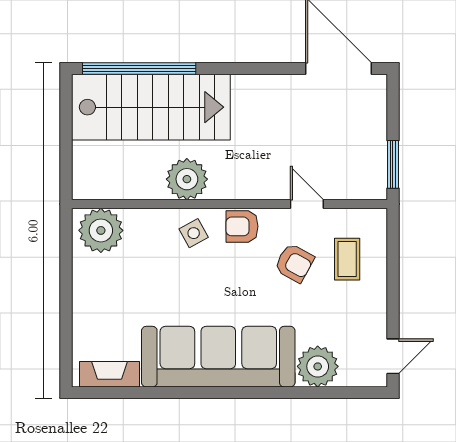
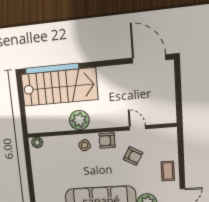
window: (393, 164) -> (179, 105), removed
plant: (101, 230) -> (37, 142), width x0.53, depth x0.53
coffee table: (347, 259) -> (168, 171), moved

